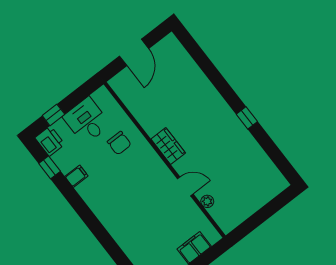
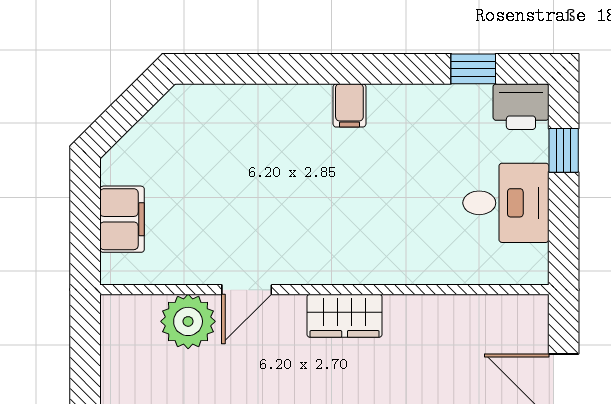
chair: (119, 143) -> (419, 230), removed
filing cabinet: (76, 176) -> (349, 105), moved
plant: (207, 201) -> (188, 321), width x1.88, depth x1.88

